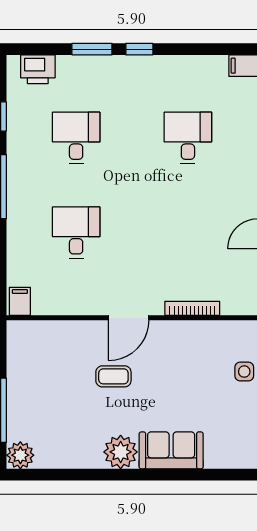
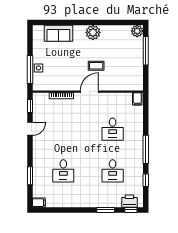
window: (139, 49) -> (131, 210), moved
sofa: (171, 450) -> (58, 33), moved

